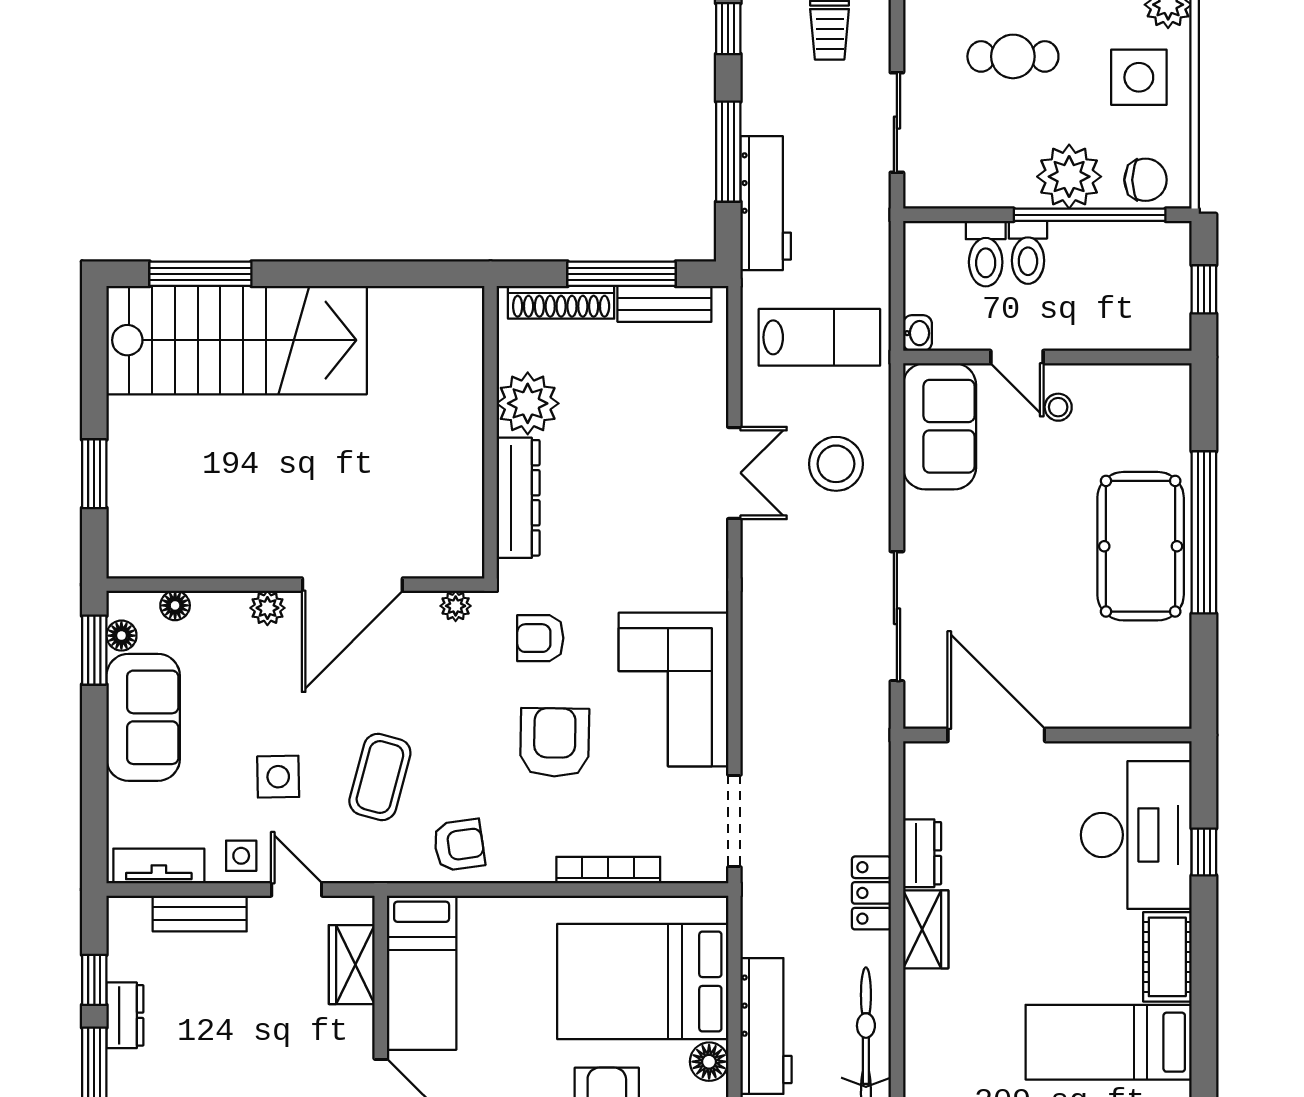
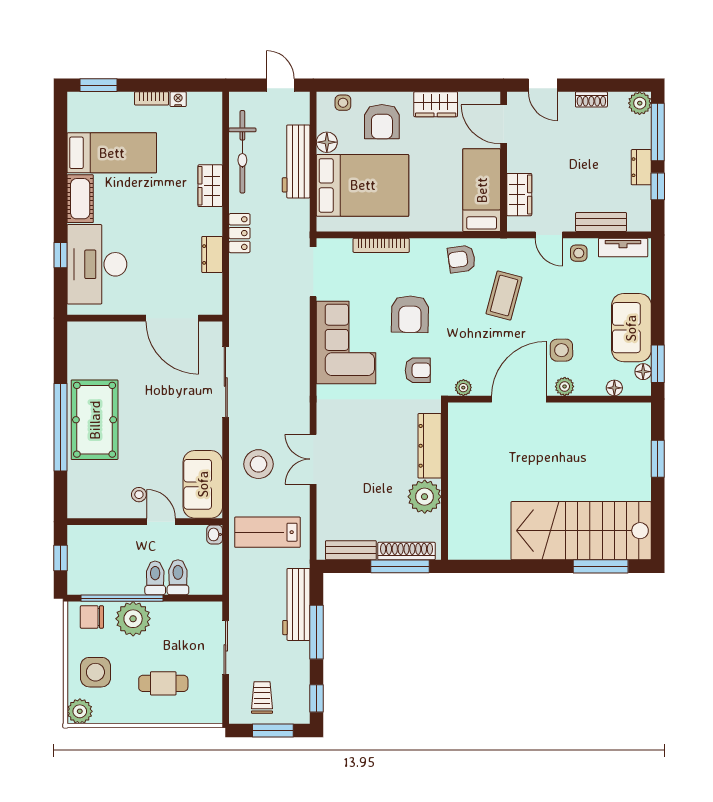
window: (622, 274) -> (400, 566), moved
side table: (278, 777) -> (561, 350), moved
wardrobe: (926, 929) -> (210, 186), moved

